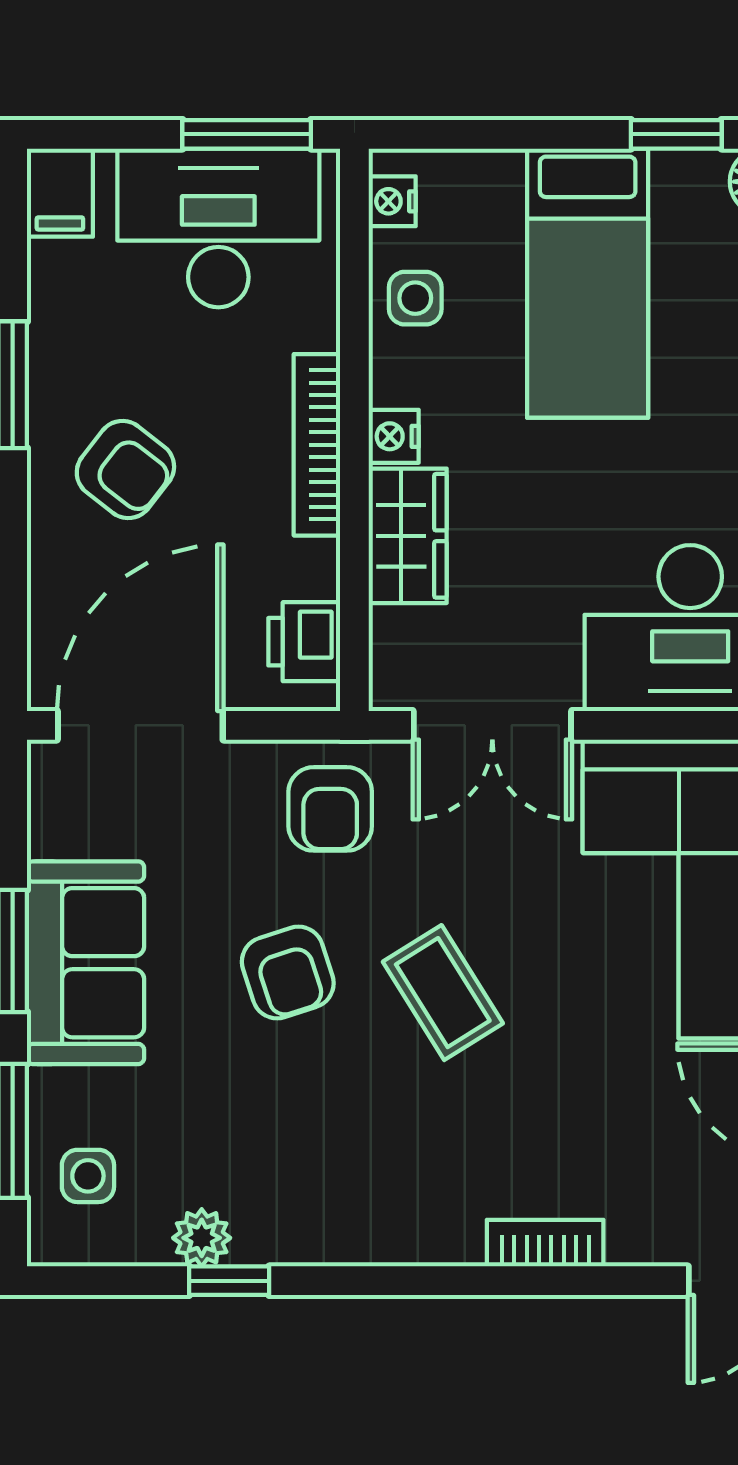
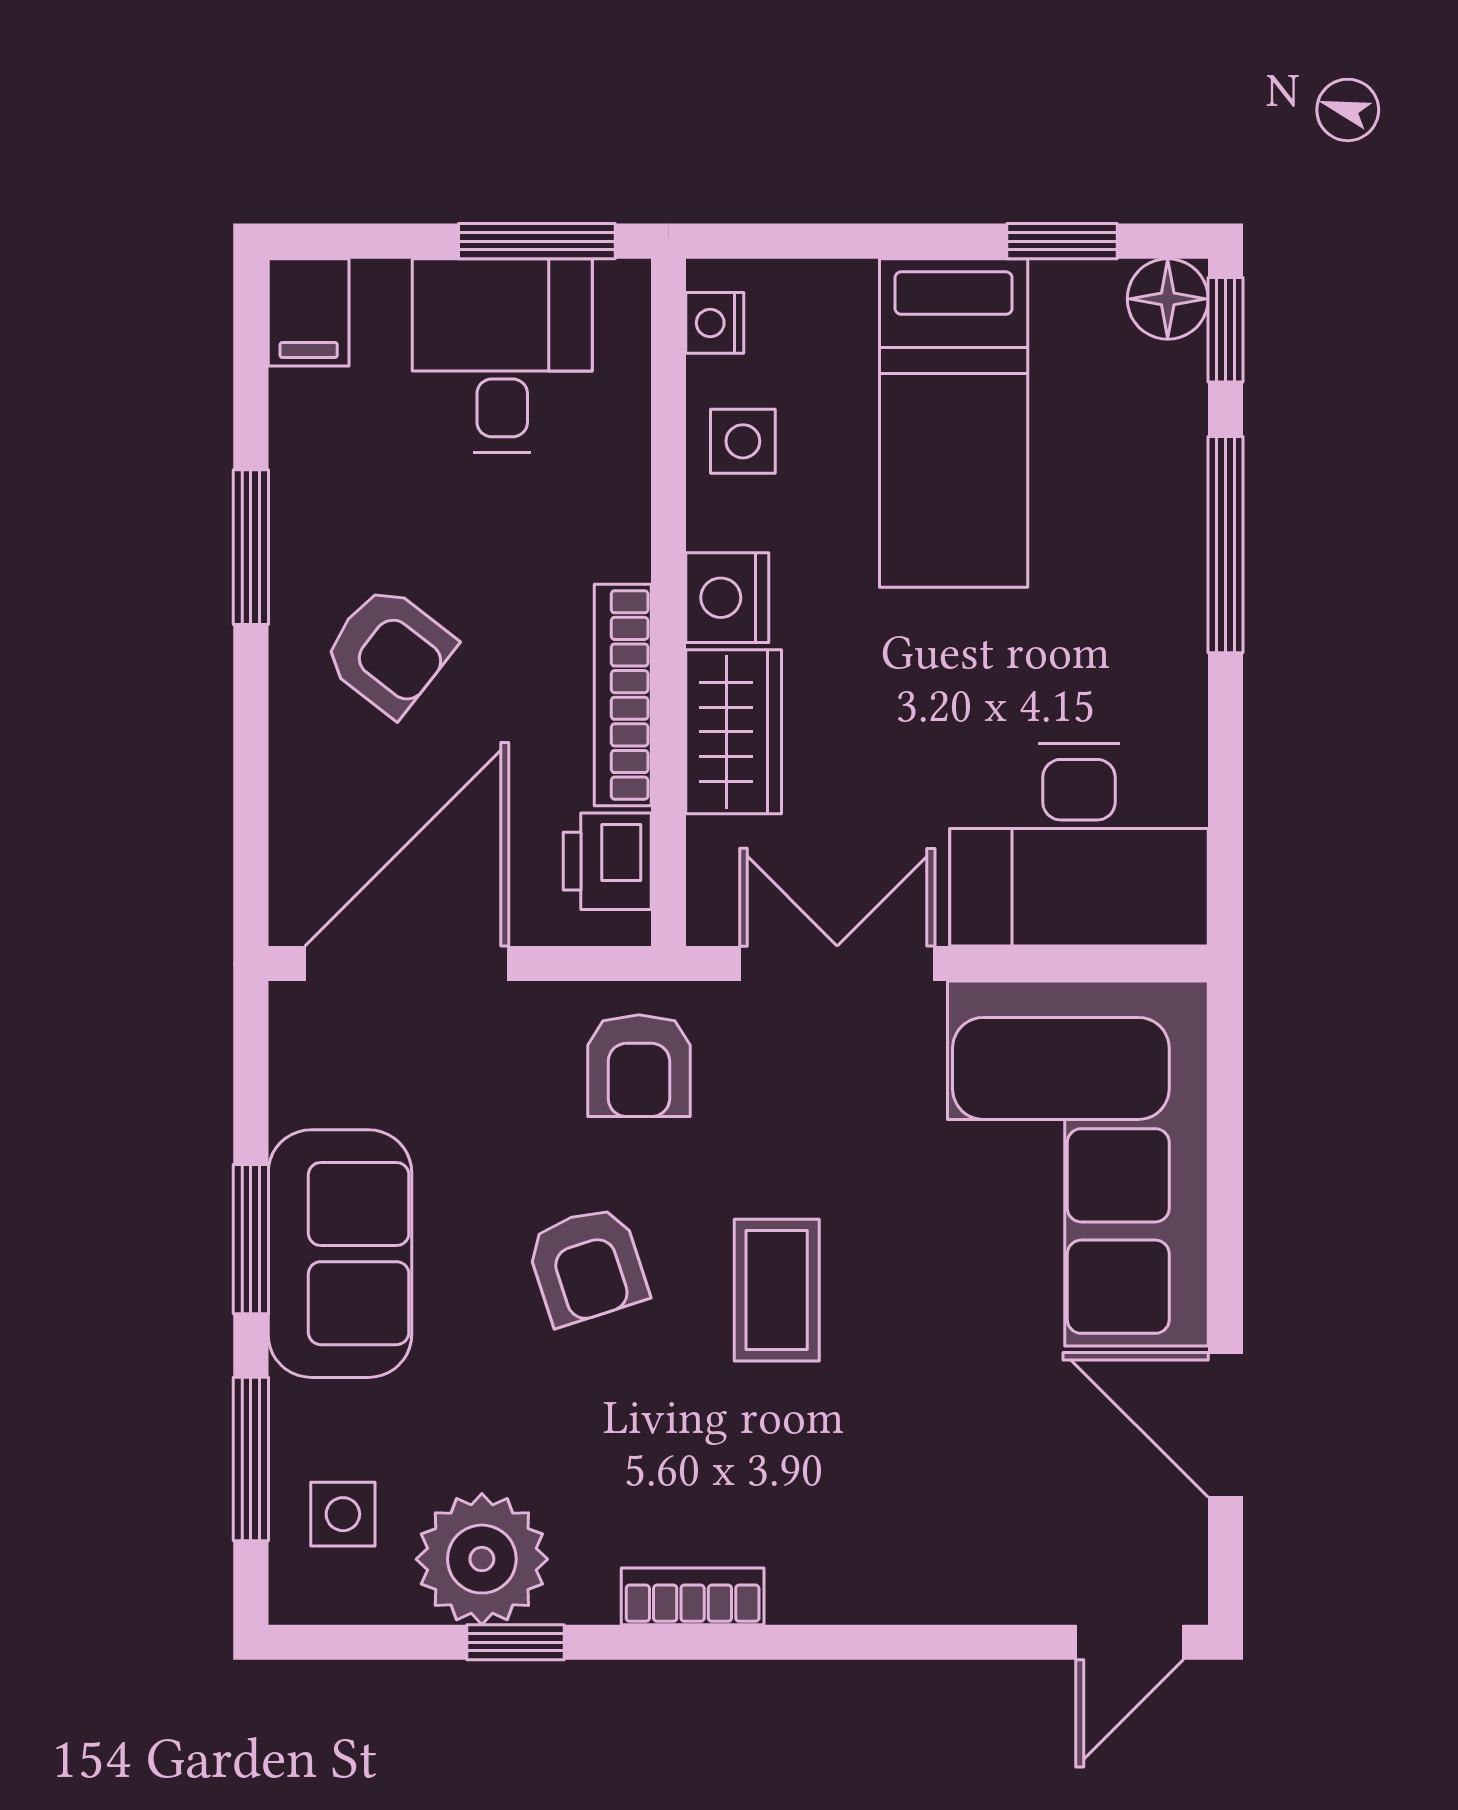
desk: (218, 228) -> (502, 355), width x0.73
nightstand: (394, 436) -> (727, 598), width x1.39, depth x1.35
bookcase: (317, 445) -> (623, 695), moved
double door: (492, 725) -> (837, 963), swing flipped
coffee table: (443, 993) -> (777, 1290), turned 32
plant: (202, 1238) -> (482, 1559), width x1.87, depth x1.87
bookcase: (545, 1243) -> (693, 1596), moved

